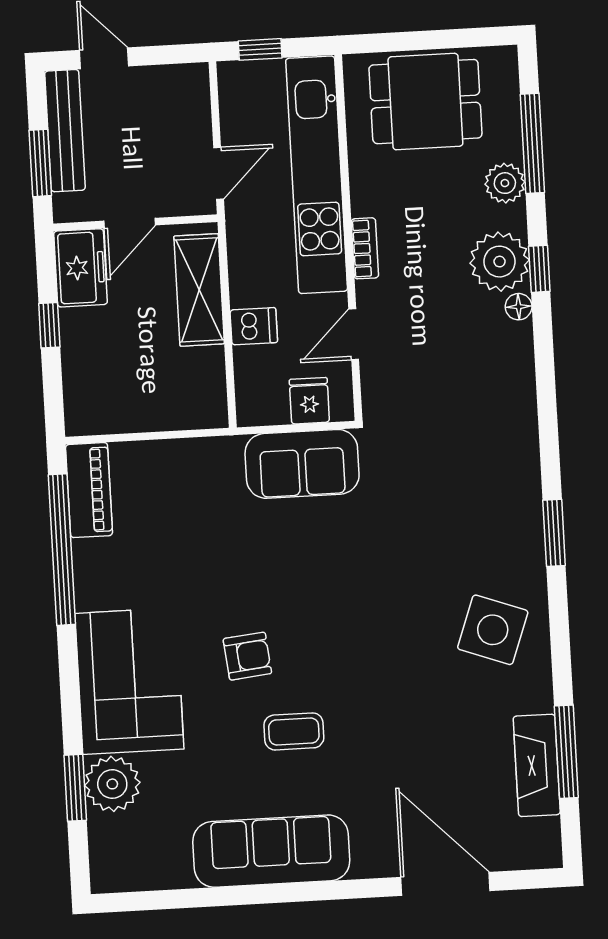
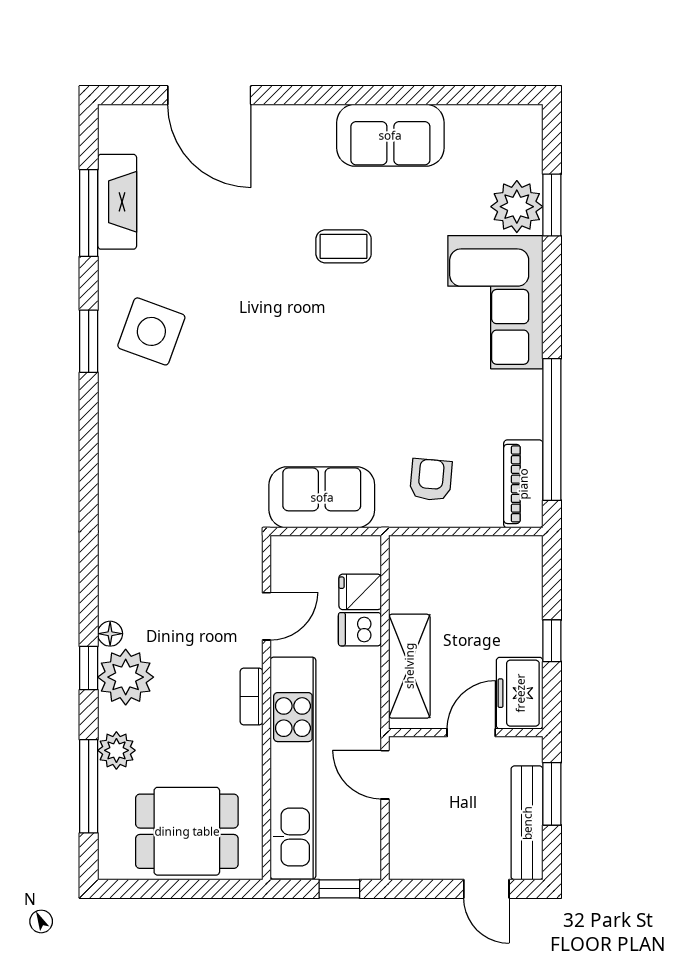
door: (219, 173) -> (385, 775), hinge flipped
fridge: (309, 401) -> (360, 592), moved, turned 90
window: (554, 533) -> (89, 341), moved
armchair: (247, 656) -> (431, 480), moved, turned 101
sofa: (271, 851) -> (390, 135), width x0.73

